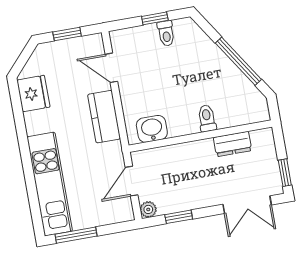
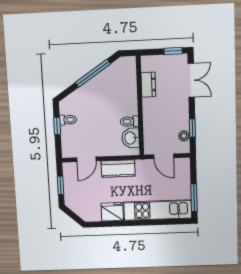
fridge: (33, 94) -> (112, 212), moved
toilet: (207, 118) -> (129, 121), moved
plant: (148, 209) -> (184, 136), moved

